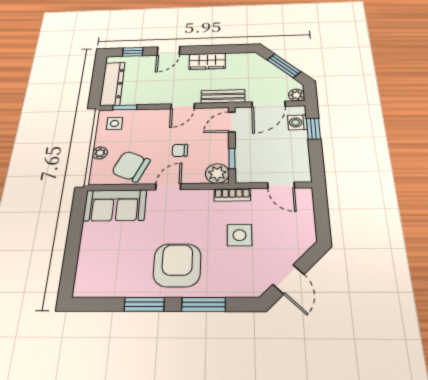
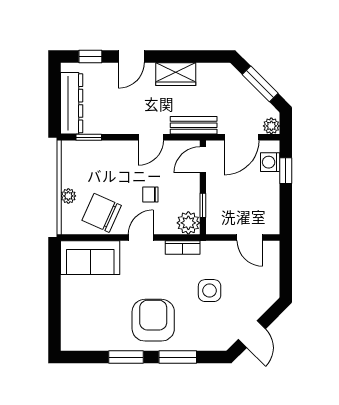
side table: (115, 123) -> (80, 158), removed
bookcase: (232, 195) -> (183, 247), moved

